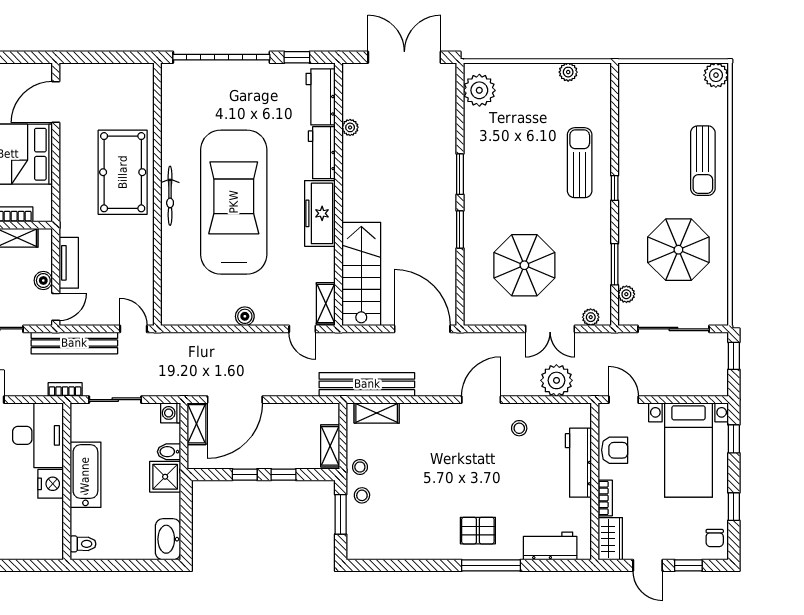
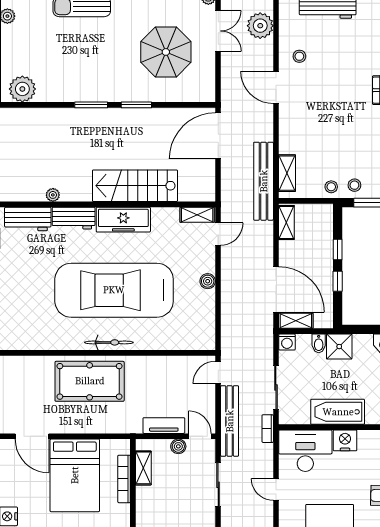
stairs: (361, 274) -> (135, 186), moved
shelving: (330, 446) -> (286, 223), moved, turned 90

